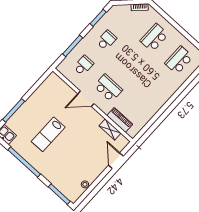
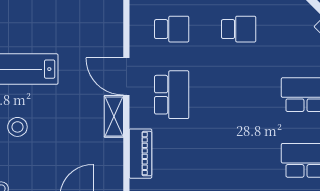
shelving: (110, 129) -> (114, 116), moved
stool: (67, 157) -> (17, 127), added

